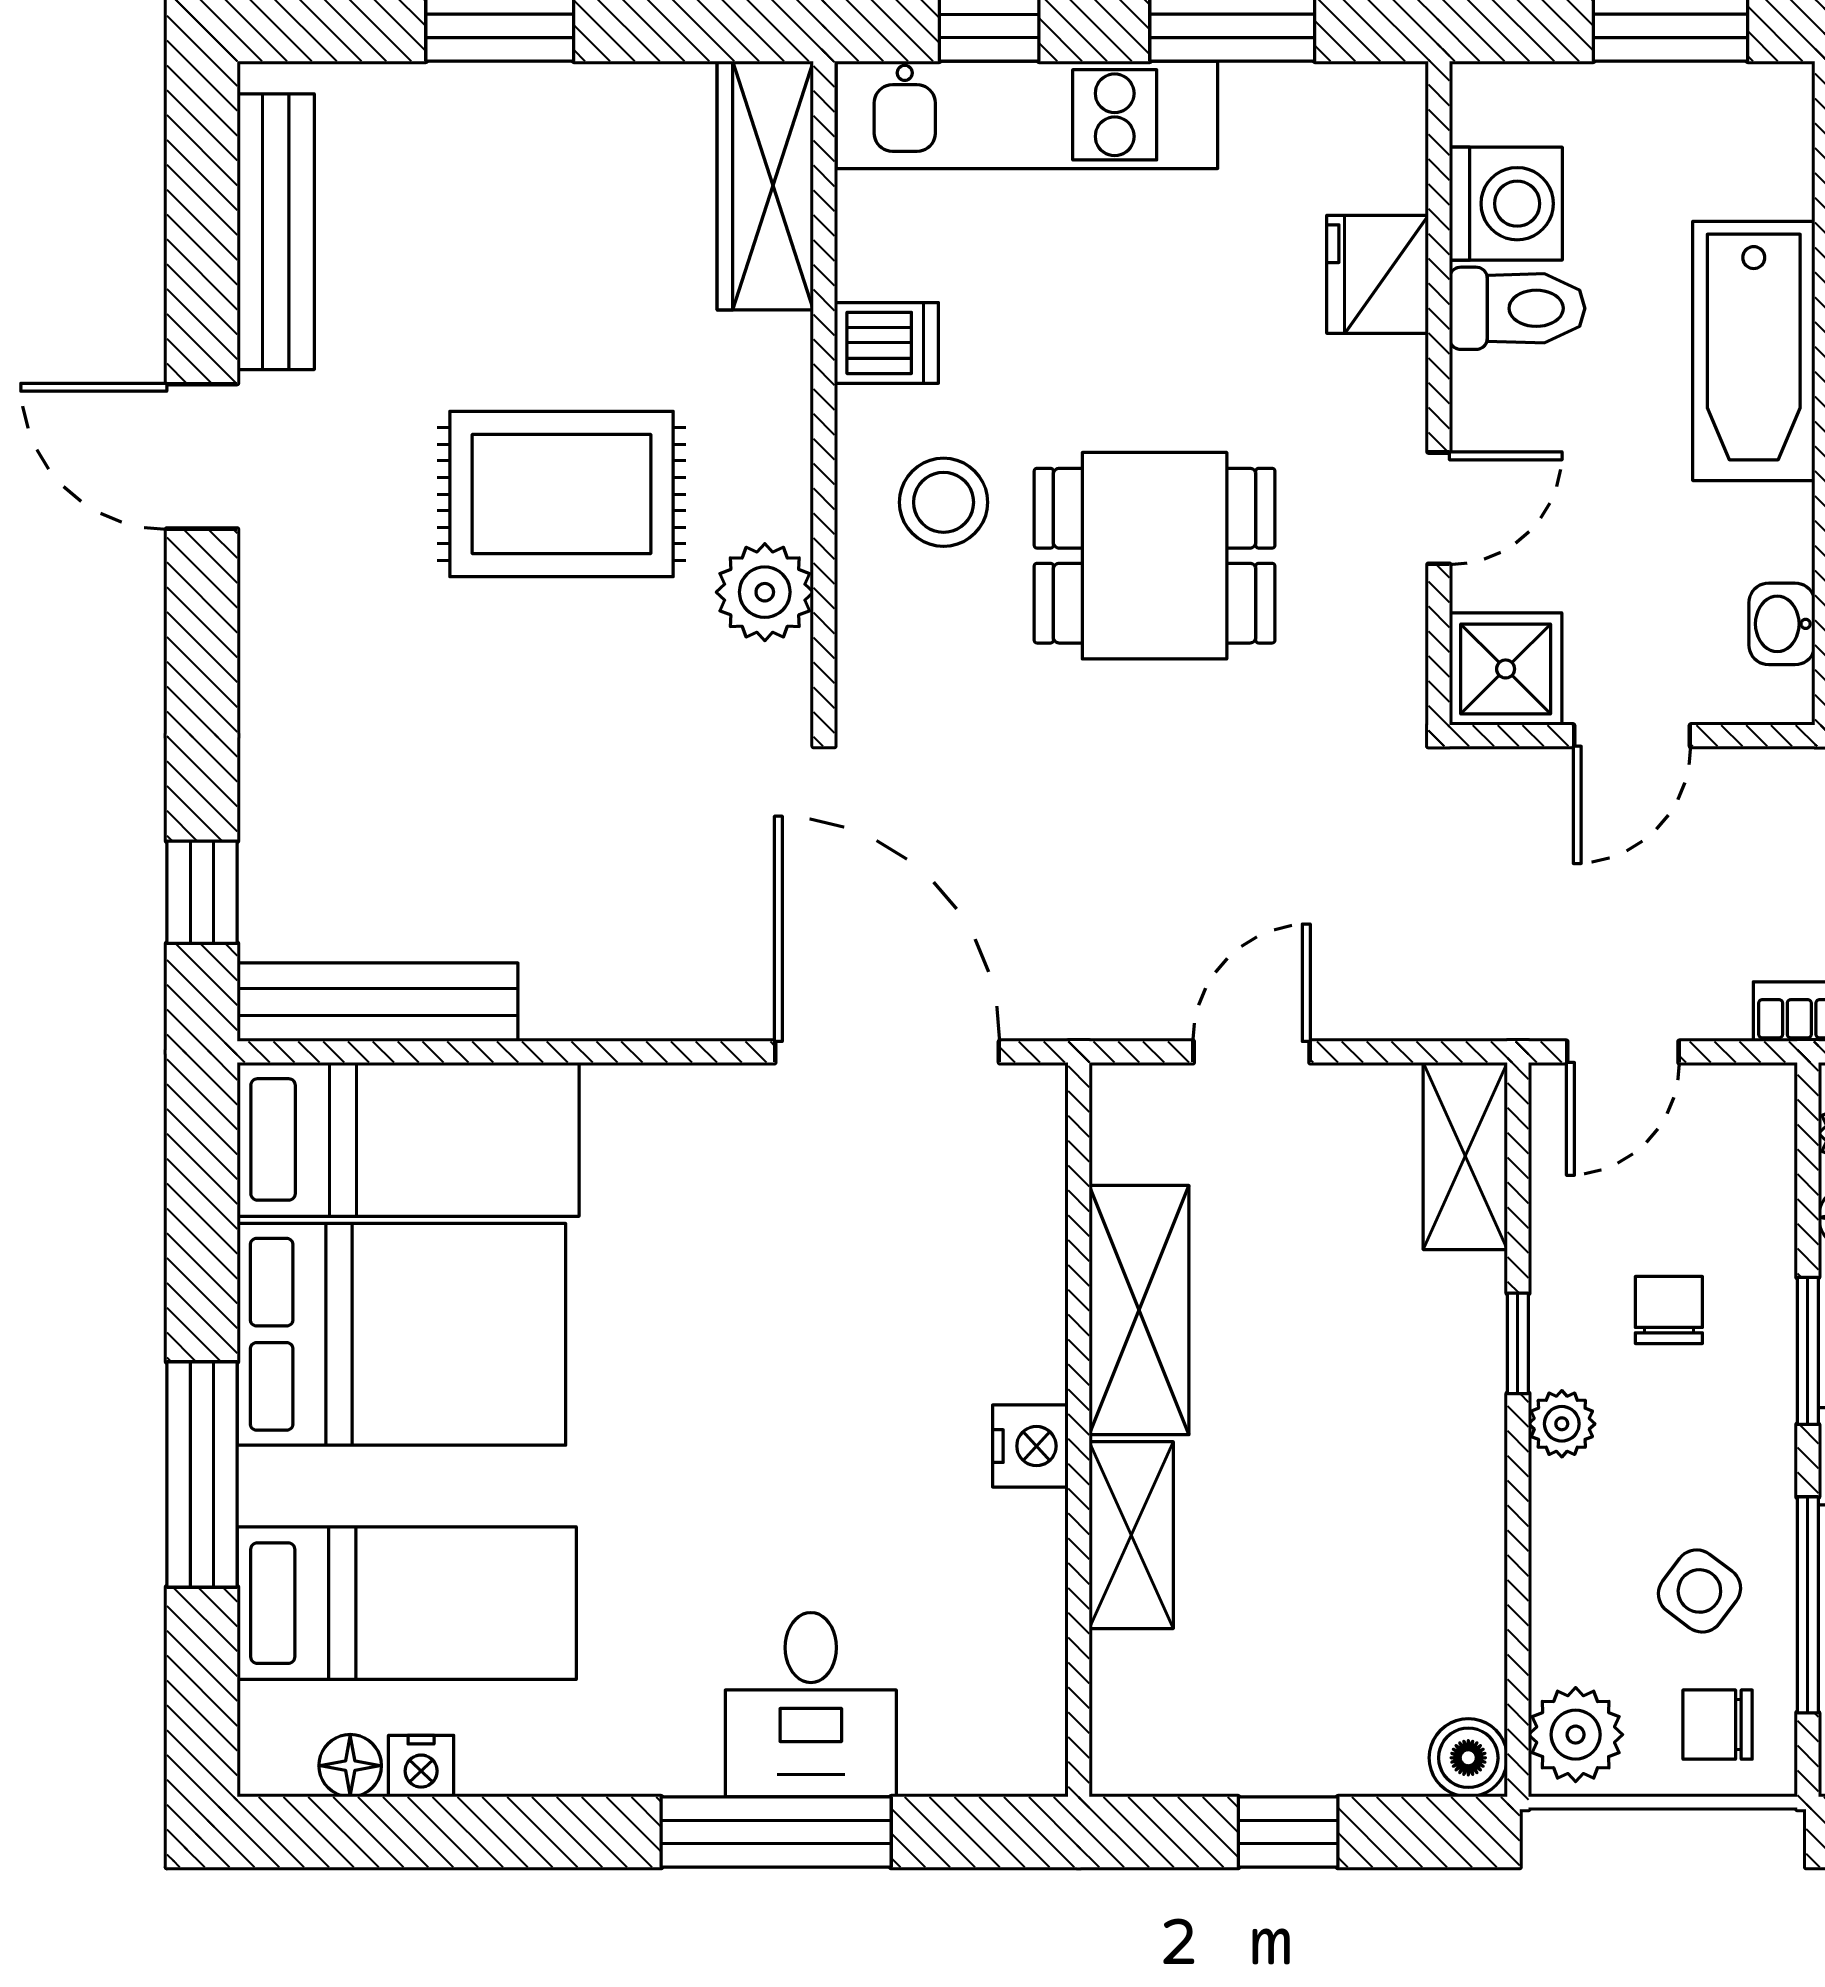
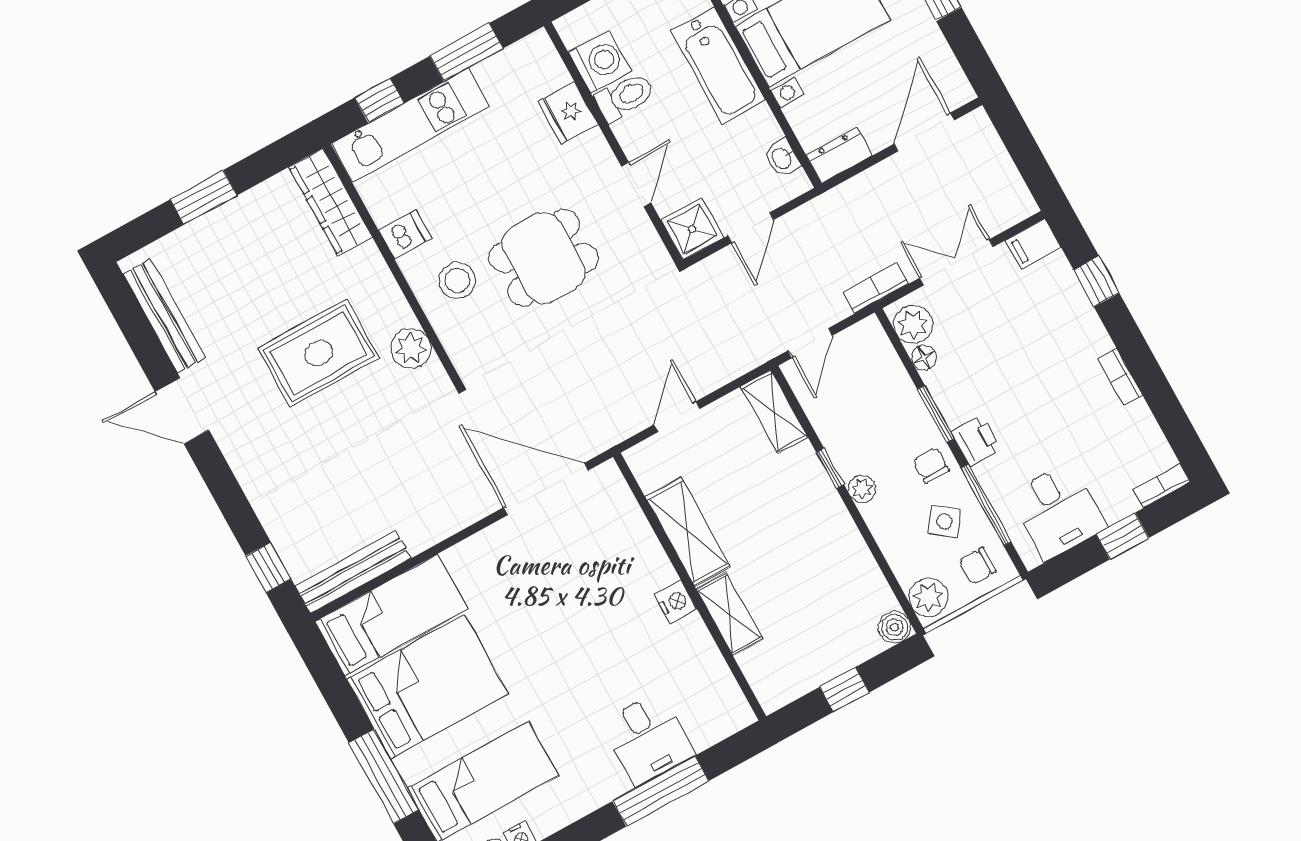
chair: (1669, 1310) -> (931, 465), moved

